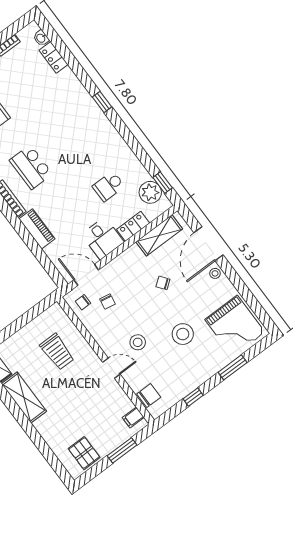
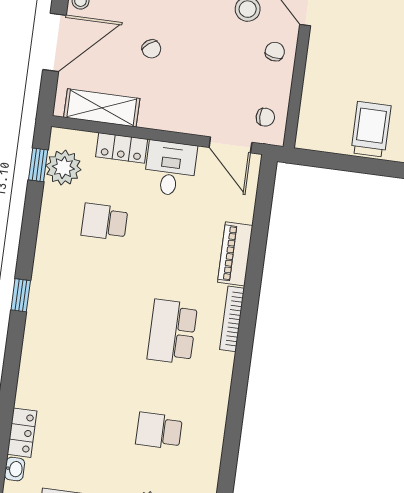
window: (102, 102) -> (21, 295), moved
school desk: (31, 167) -> (172, 332), turned 180
school desk: (109, 186) -> (105, 222), turned 180
chair: (108, 301) -> (275, 52), moved
trolley: (57, 352) -> (371, 129), moved

